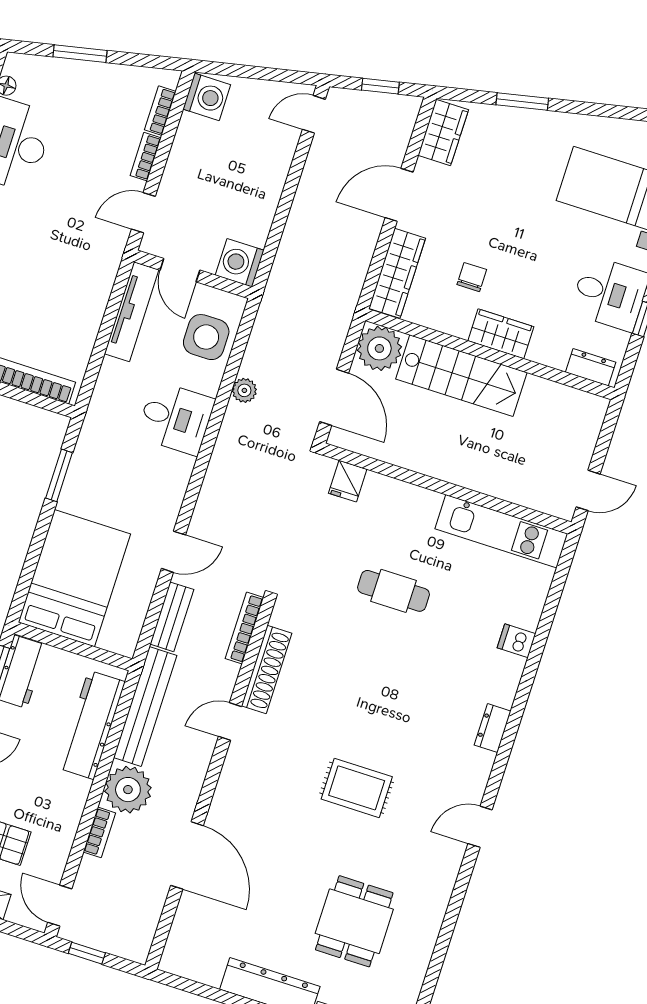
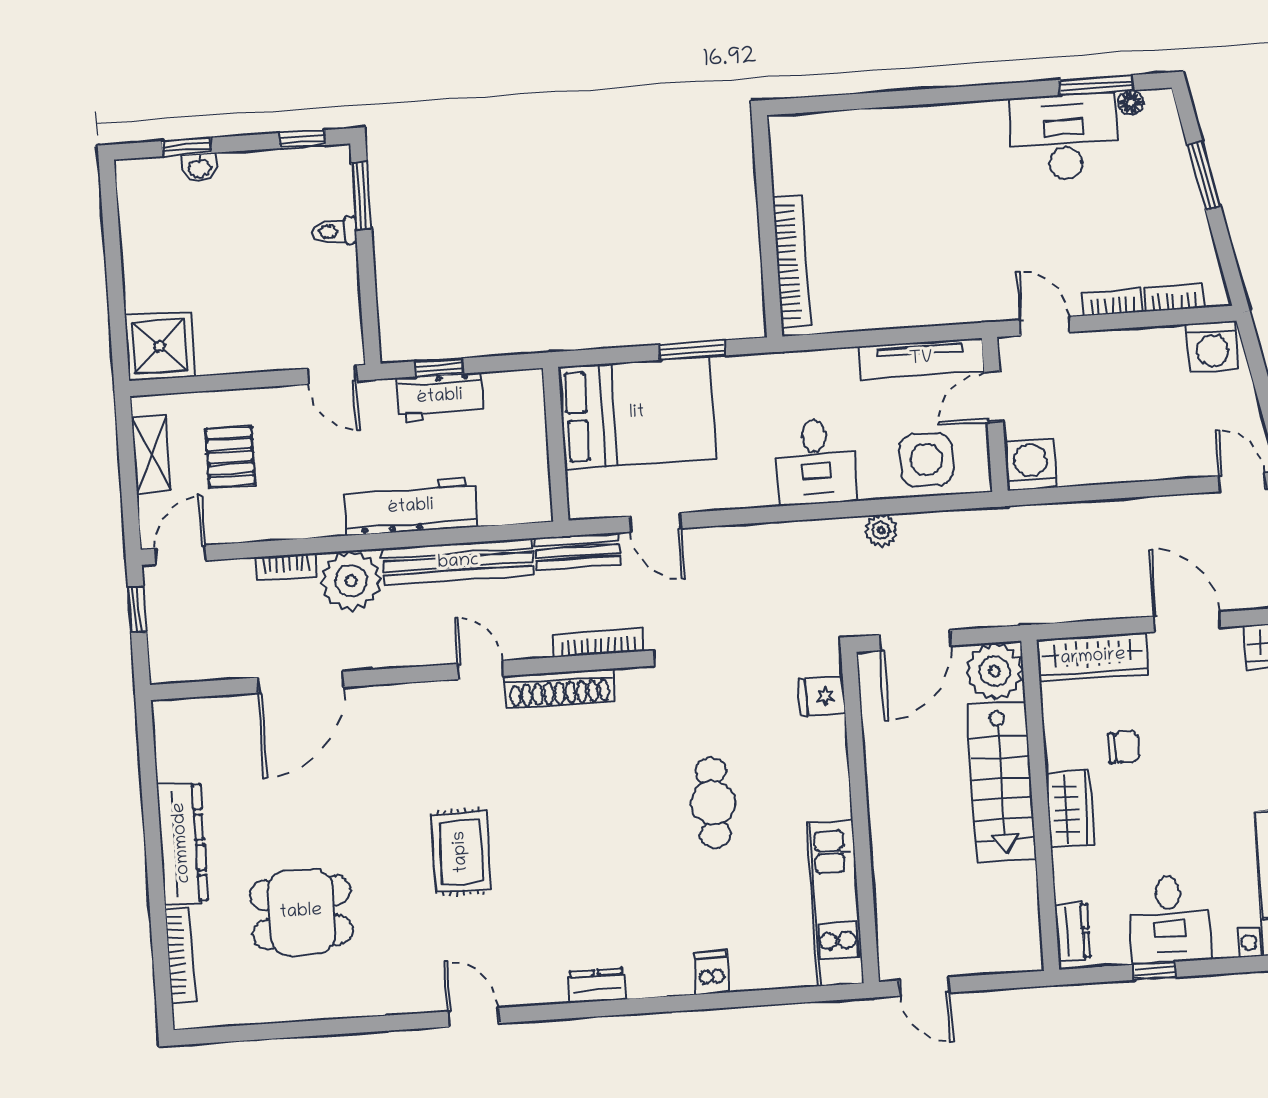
bed: (74, 578) -> (637, 413), moved
wall: (74, 646) -> (556, 444), moved

